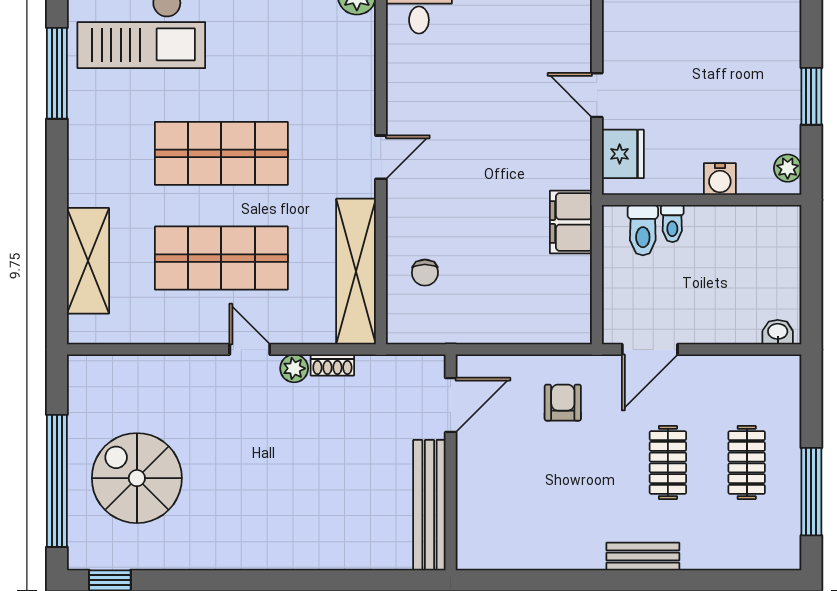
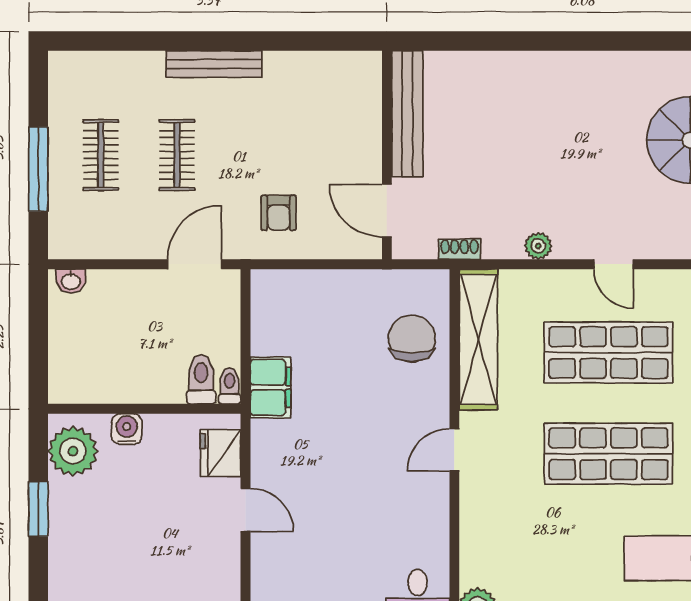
plant: (788, 168) -> (73, 451), width x1.88, depth x1.88
toilet: (672, 224) -> (230, 386), moved
chair: (425, 273) -> (412, 338), width x1.87, depth x1.87
door: (250, 349) -> (614, 264), moved
shoe rack: (332, 365) -> (459, 249), moved
door: (451, 405) -> (387, 211), hinge flipped
window: (811, 492) -> (38, 169), moved
bench: (643, 557) -> (214, 64), width x1.36

